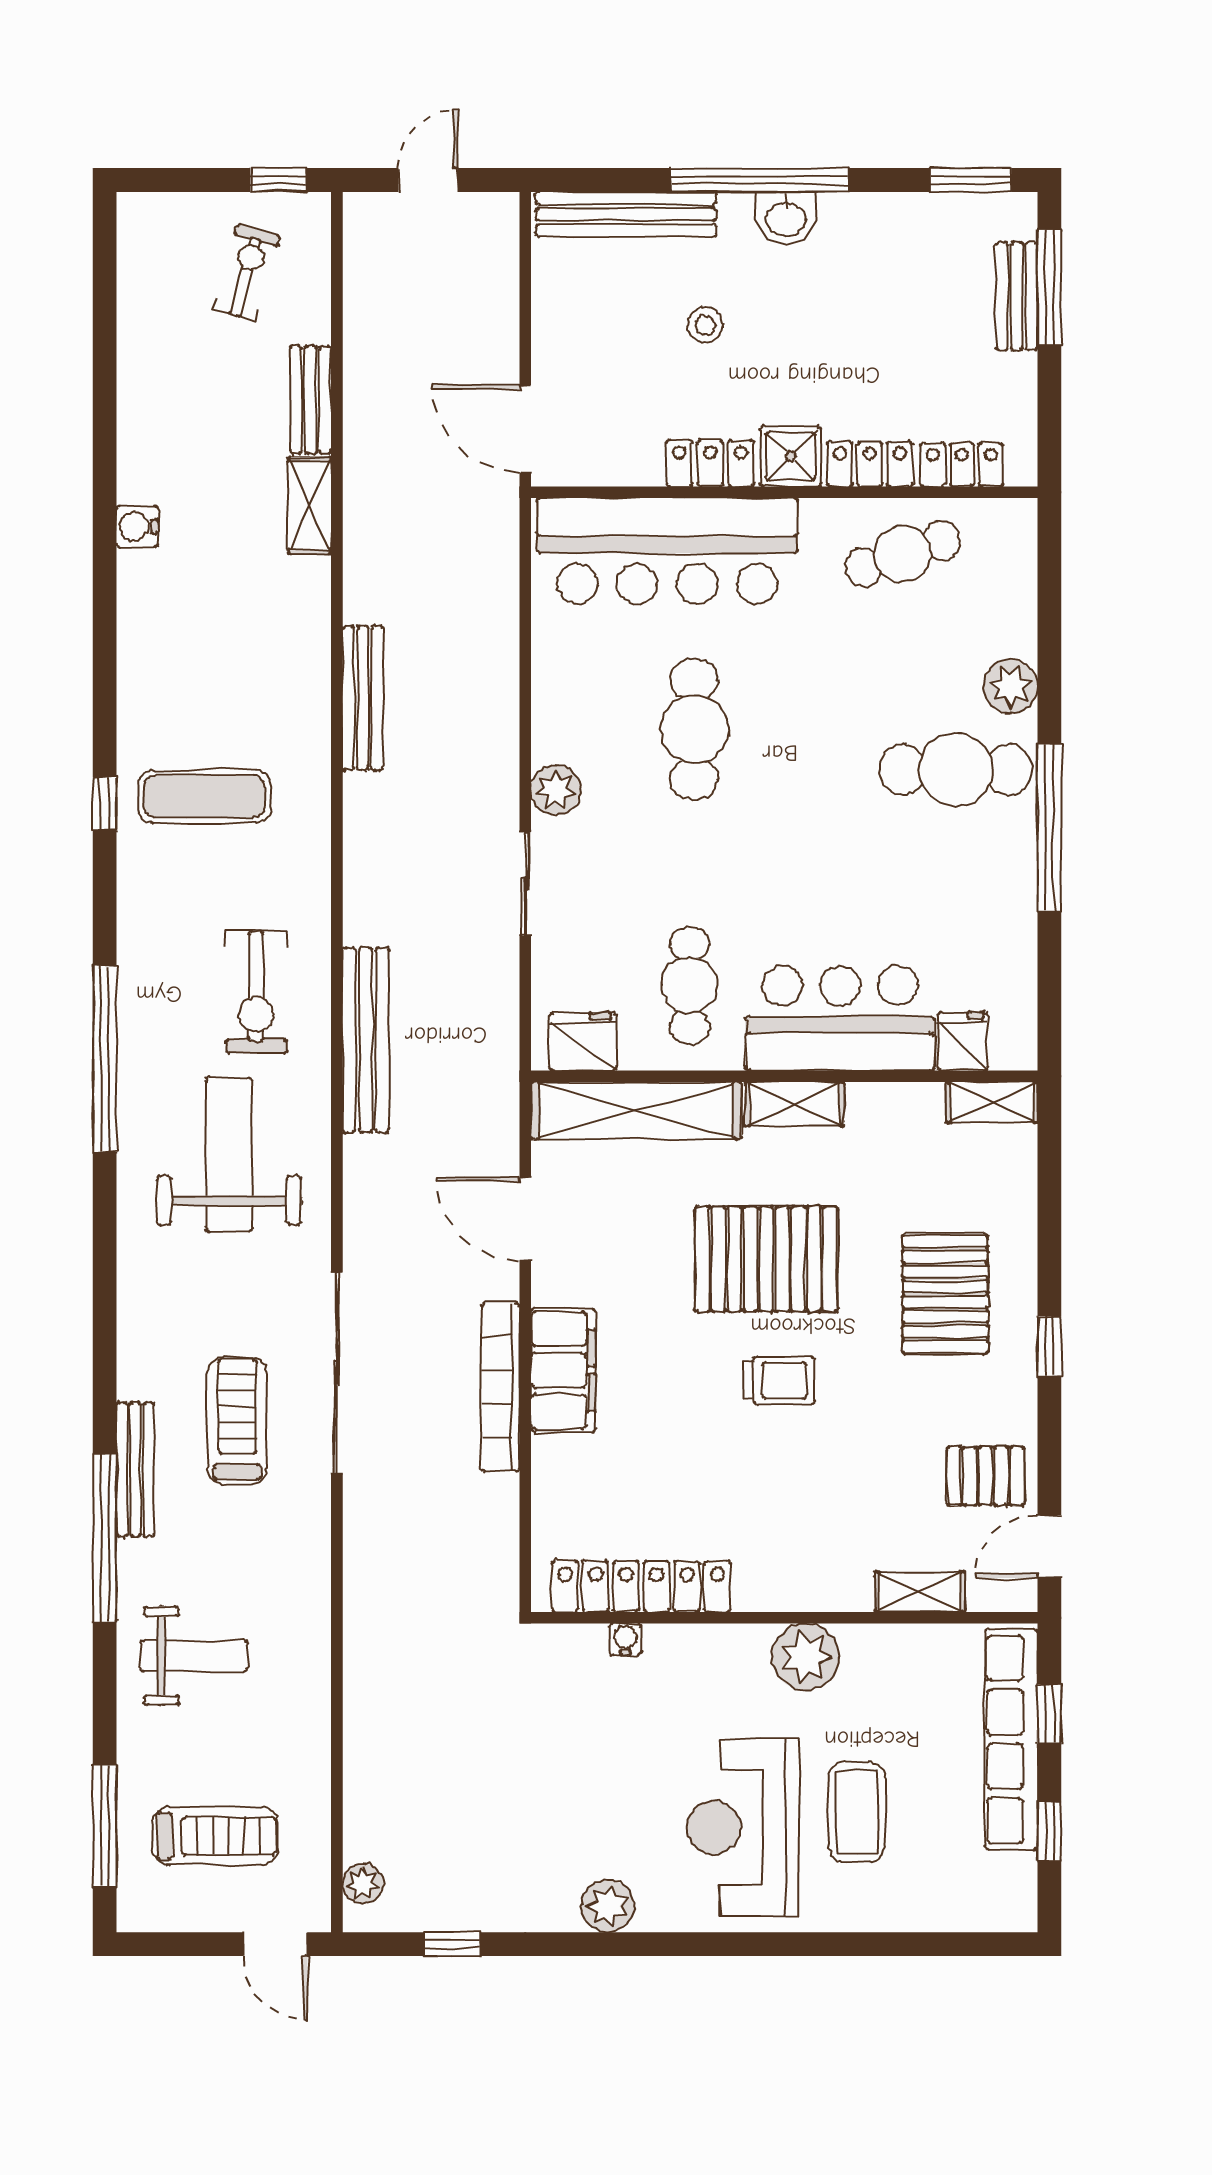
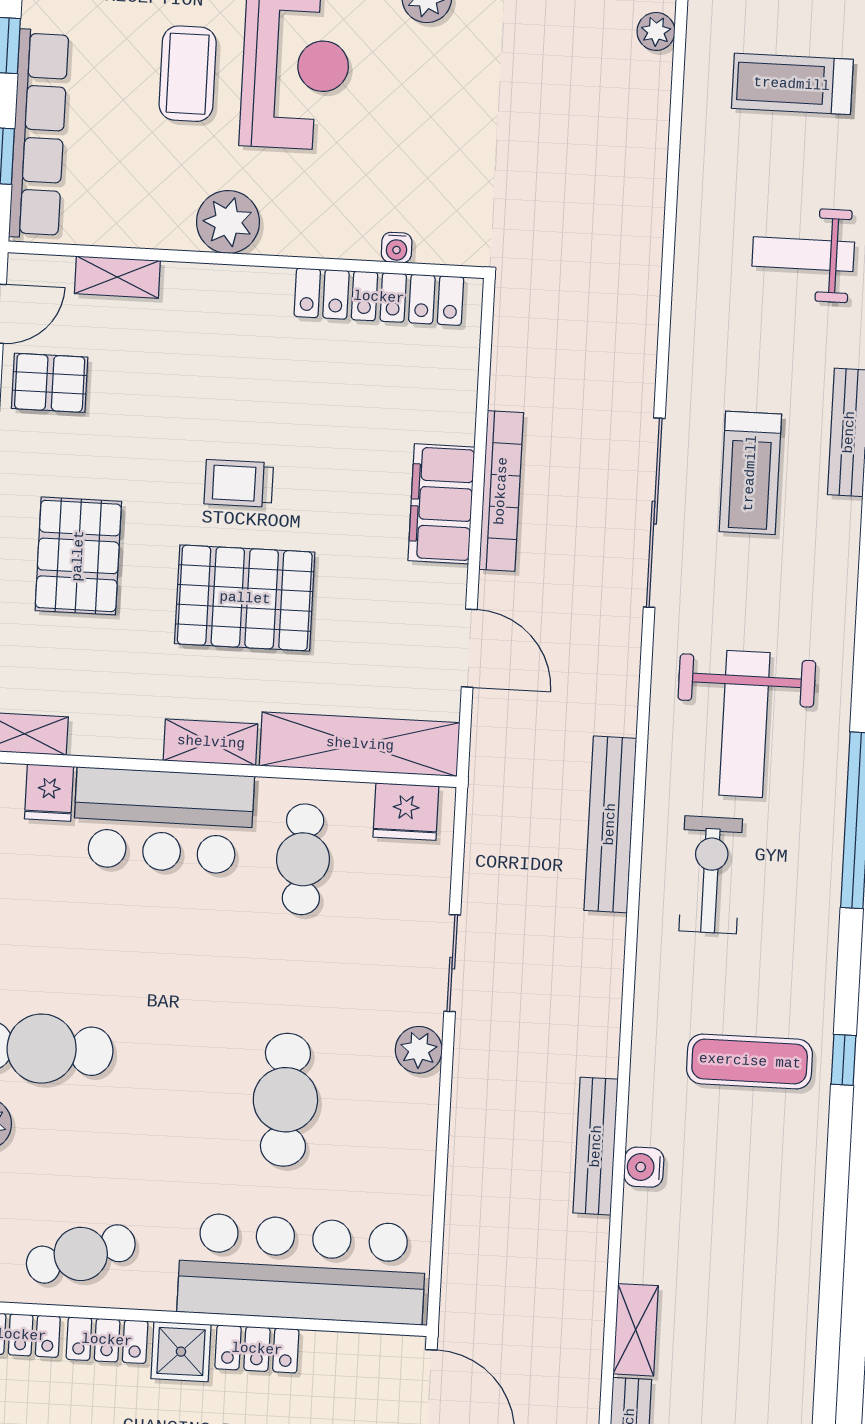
water cooler: (137, 527) -> (644, 1167), moved, turned 180

